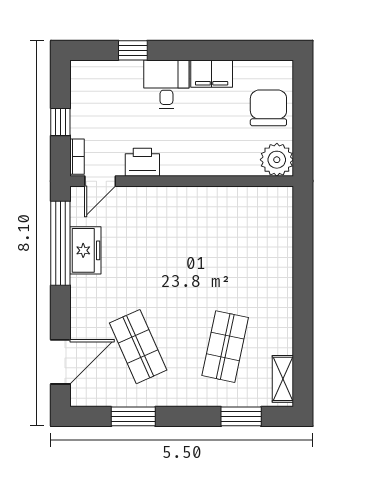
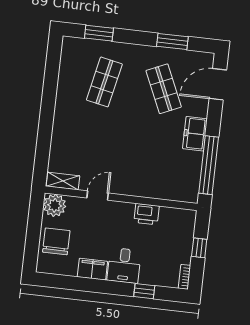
chair: (268, 108) -> (56, 241), turned 180
bookcase: (77, 157) -> (184, 277), moved
door: (100, 181) -> (98, 196), moved
freezer: (85, 250) -> (195, 134), moved
shelving: (283, 379) -> (63, 181), moved, turned 90

